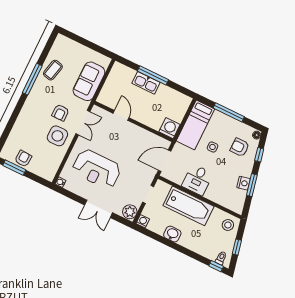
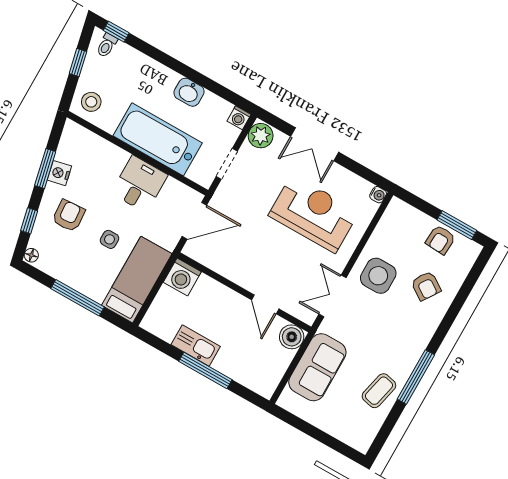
kitchen sink: (146, 83) -> (196, 345), moved
boiler: (105, 98) -> (292, 337), added
armchair: (60, 113) -> (426, 286), moved, turned 124
armchair: (240, 147) -> (69, 216), moved, turned -94
double door: (99, 209) -> (315, 144), swing flipped

